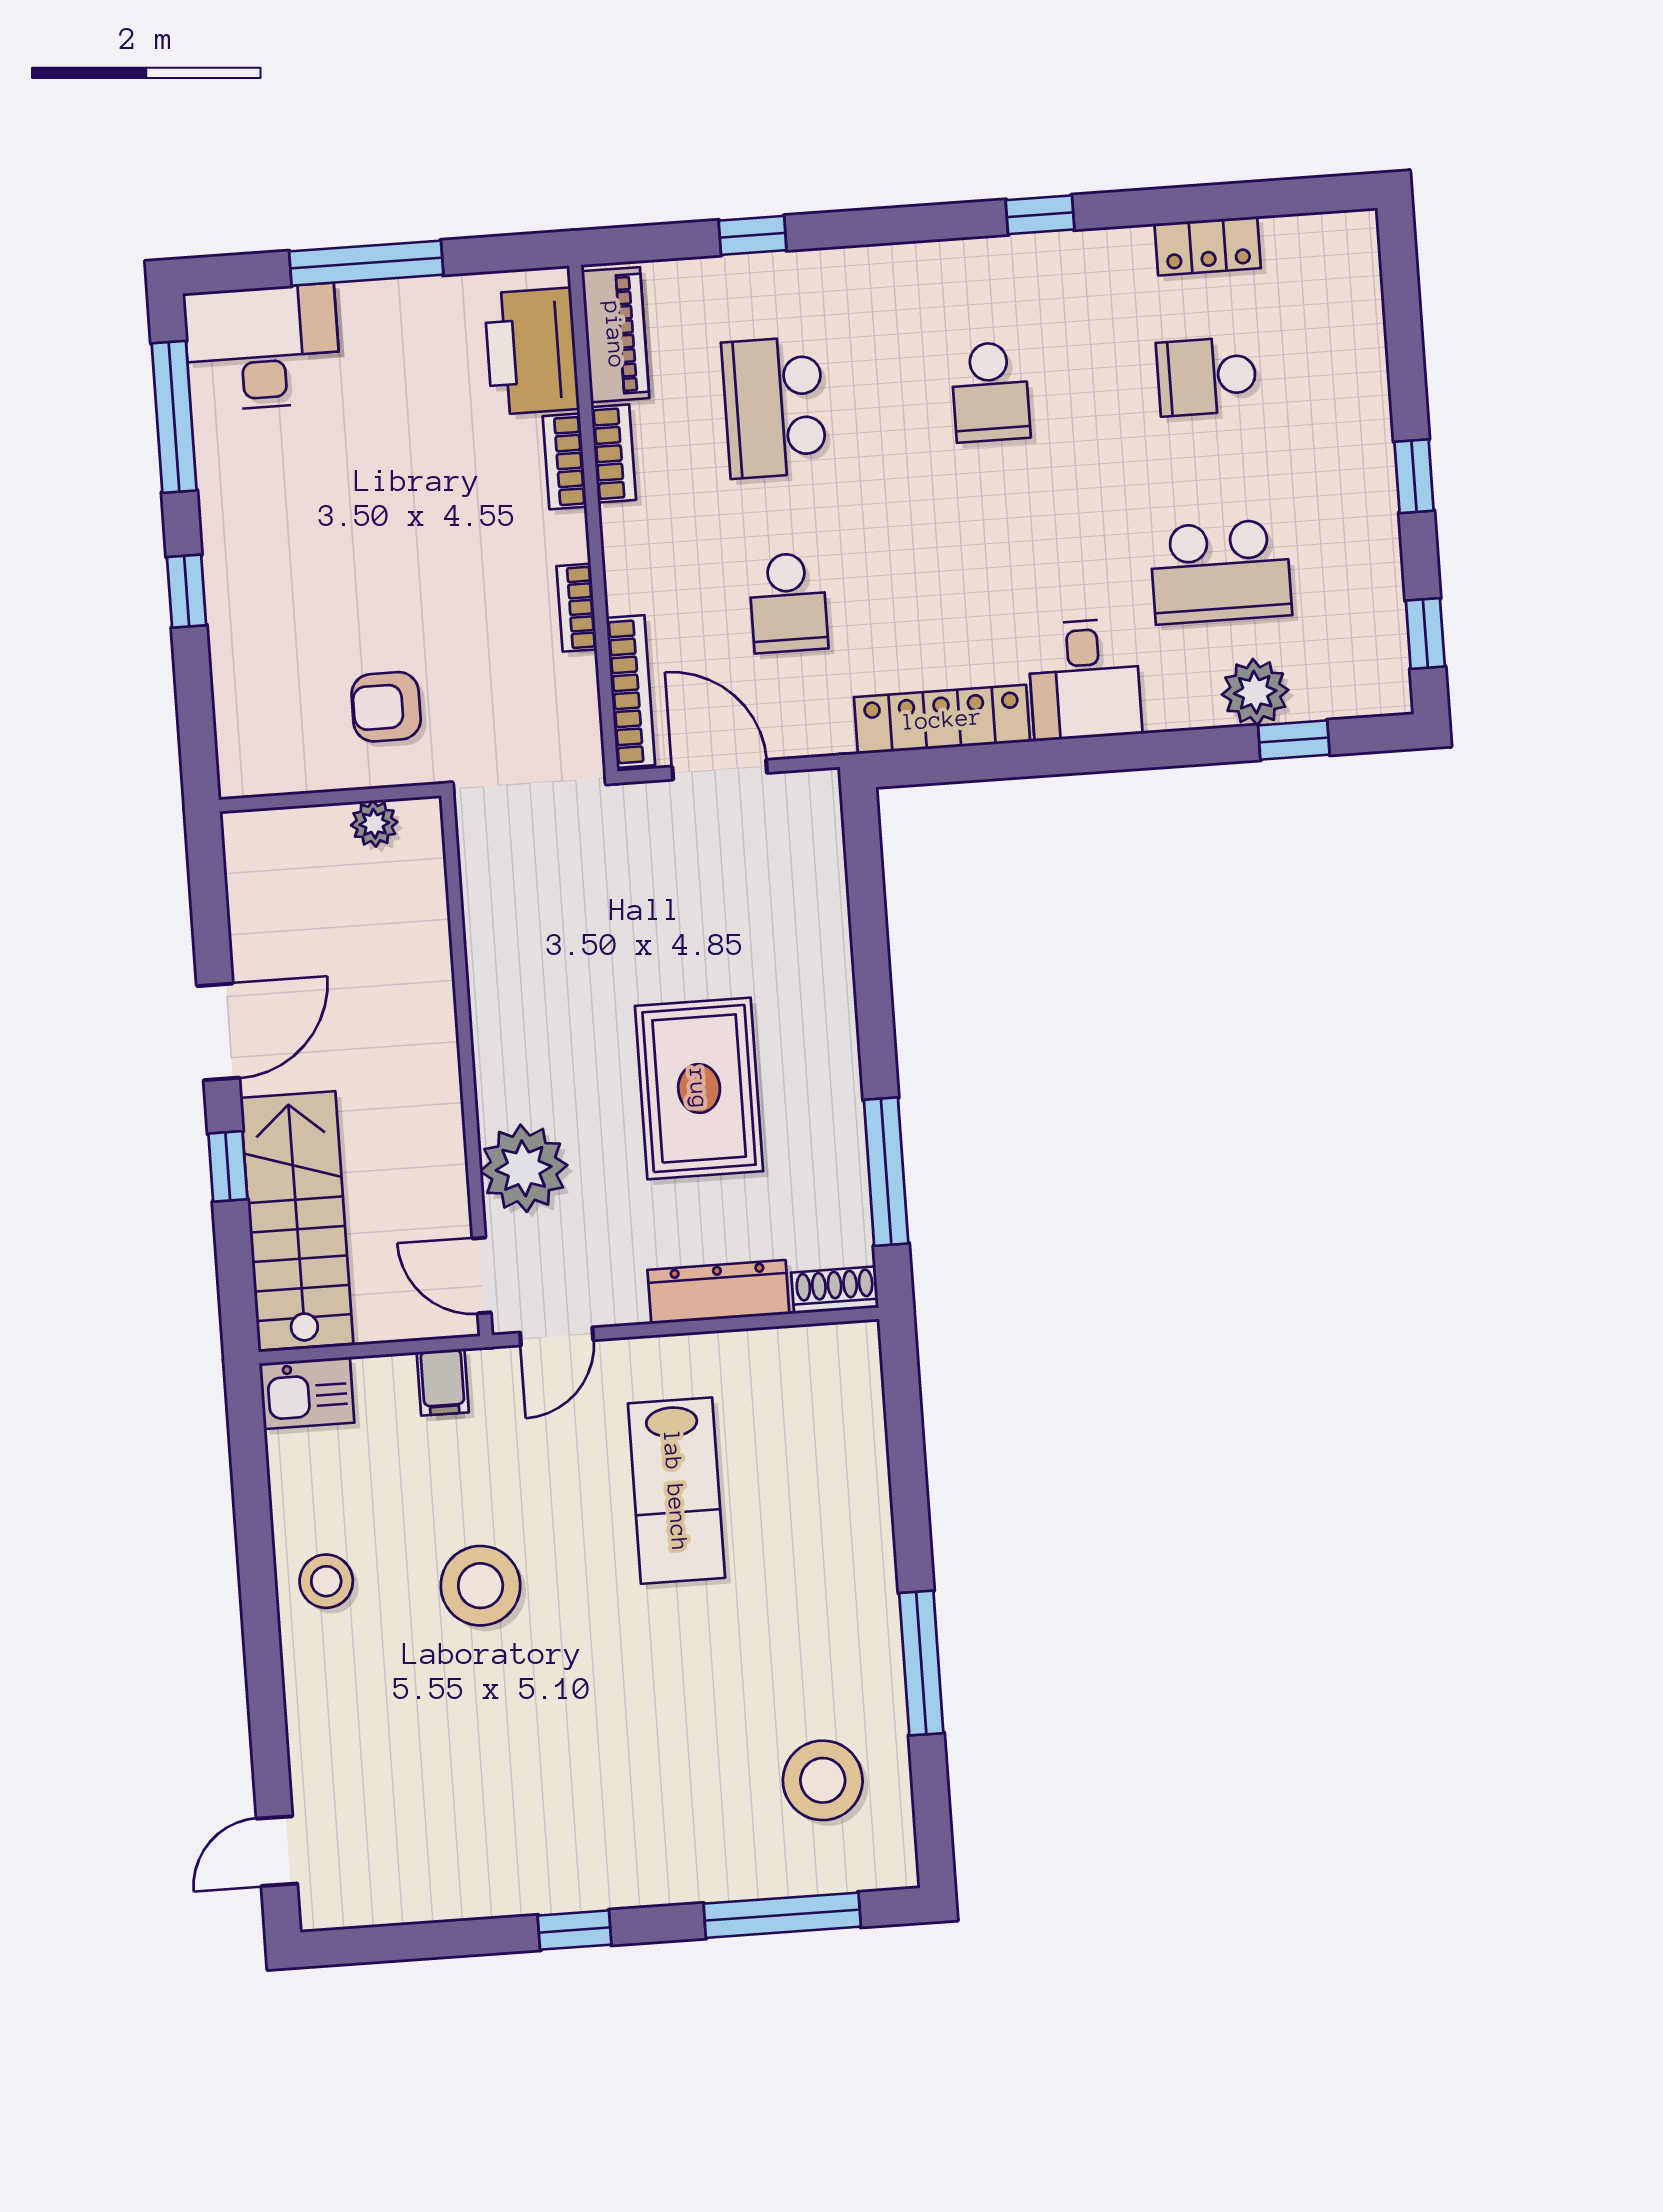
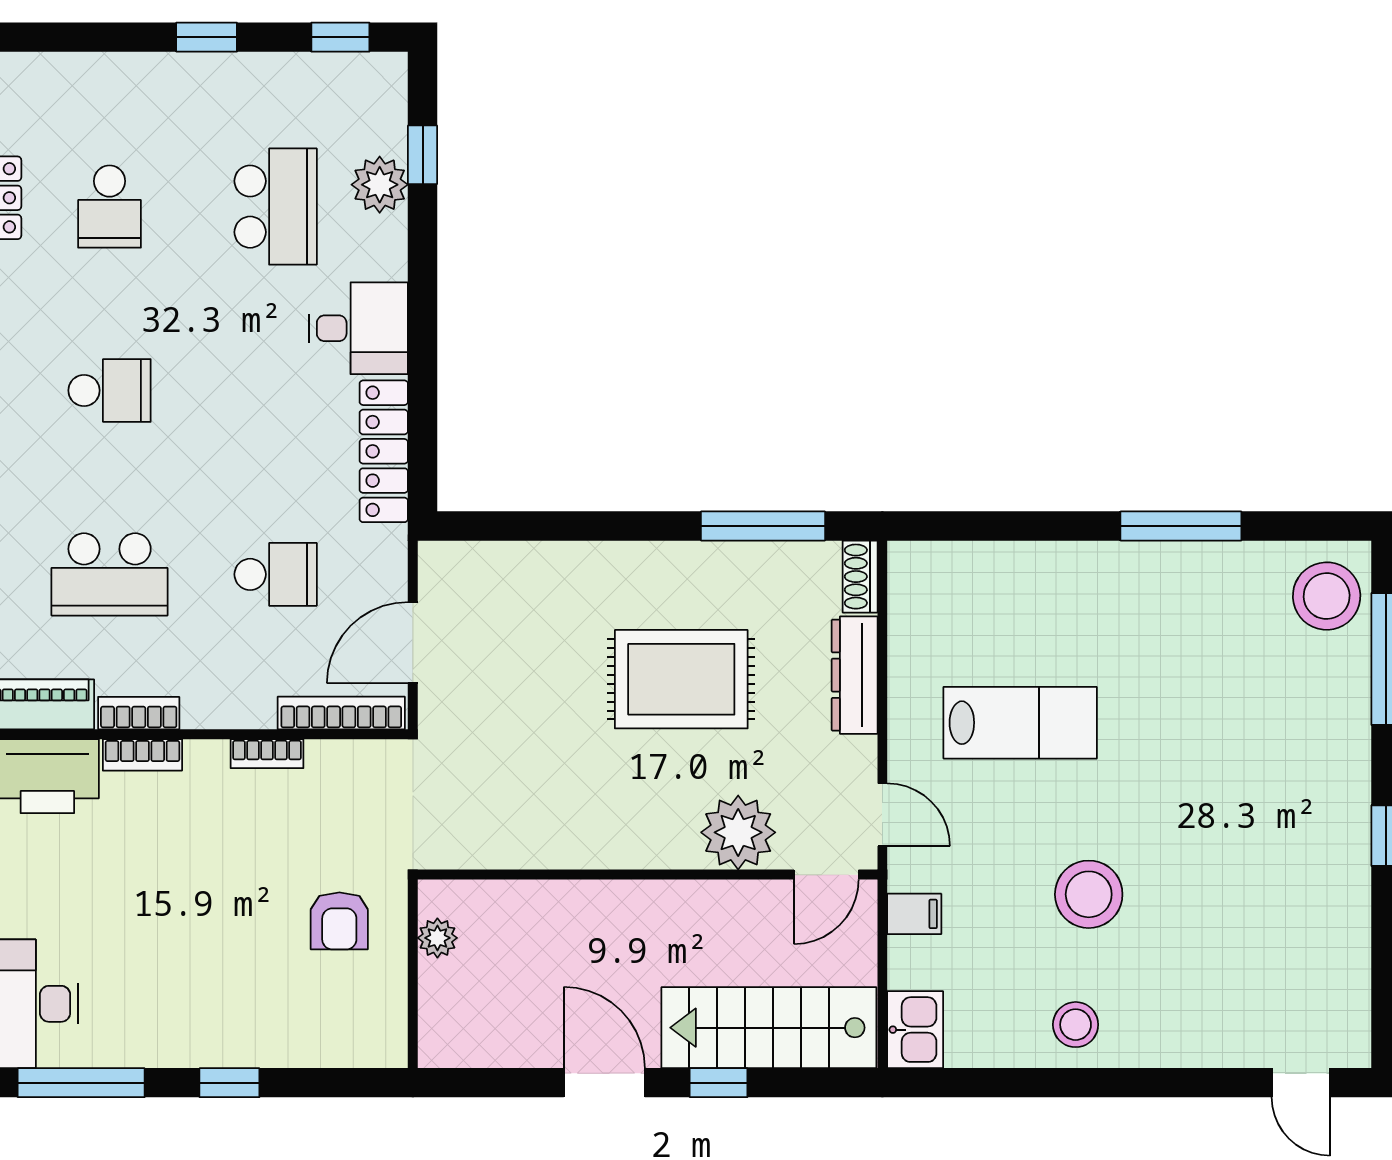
stool: (823, 1780) -> (1327, 596), moved

